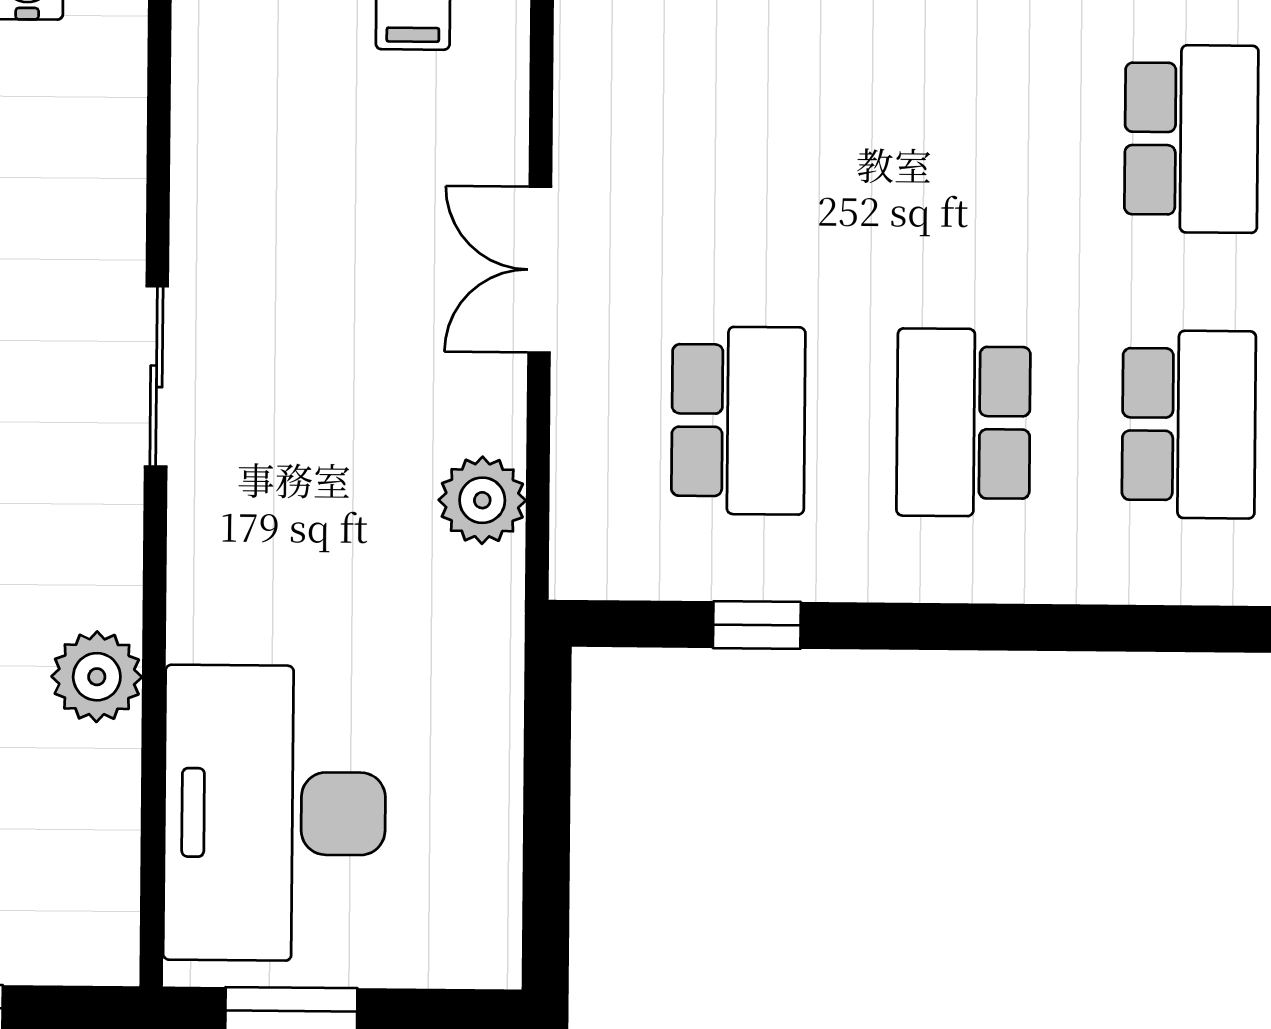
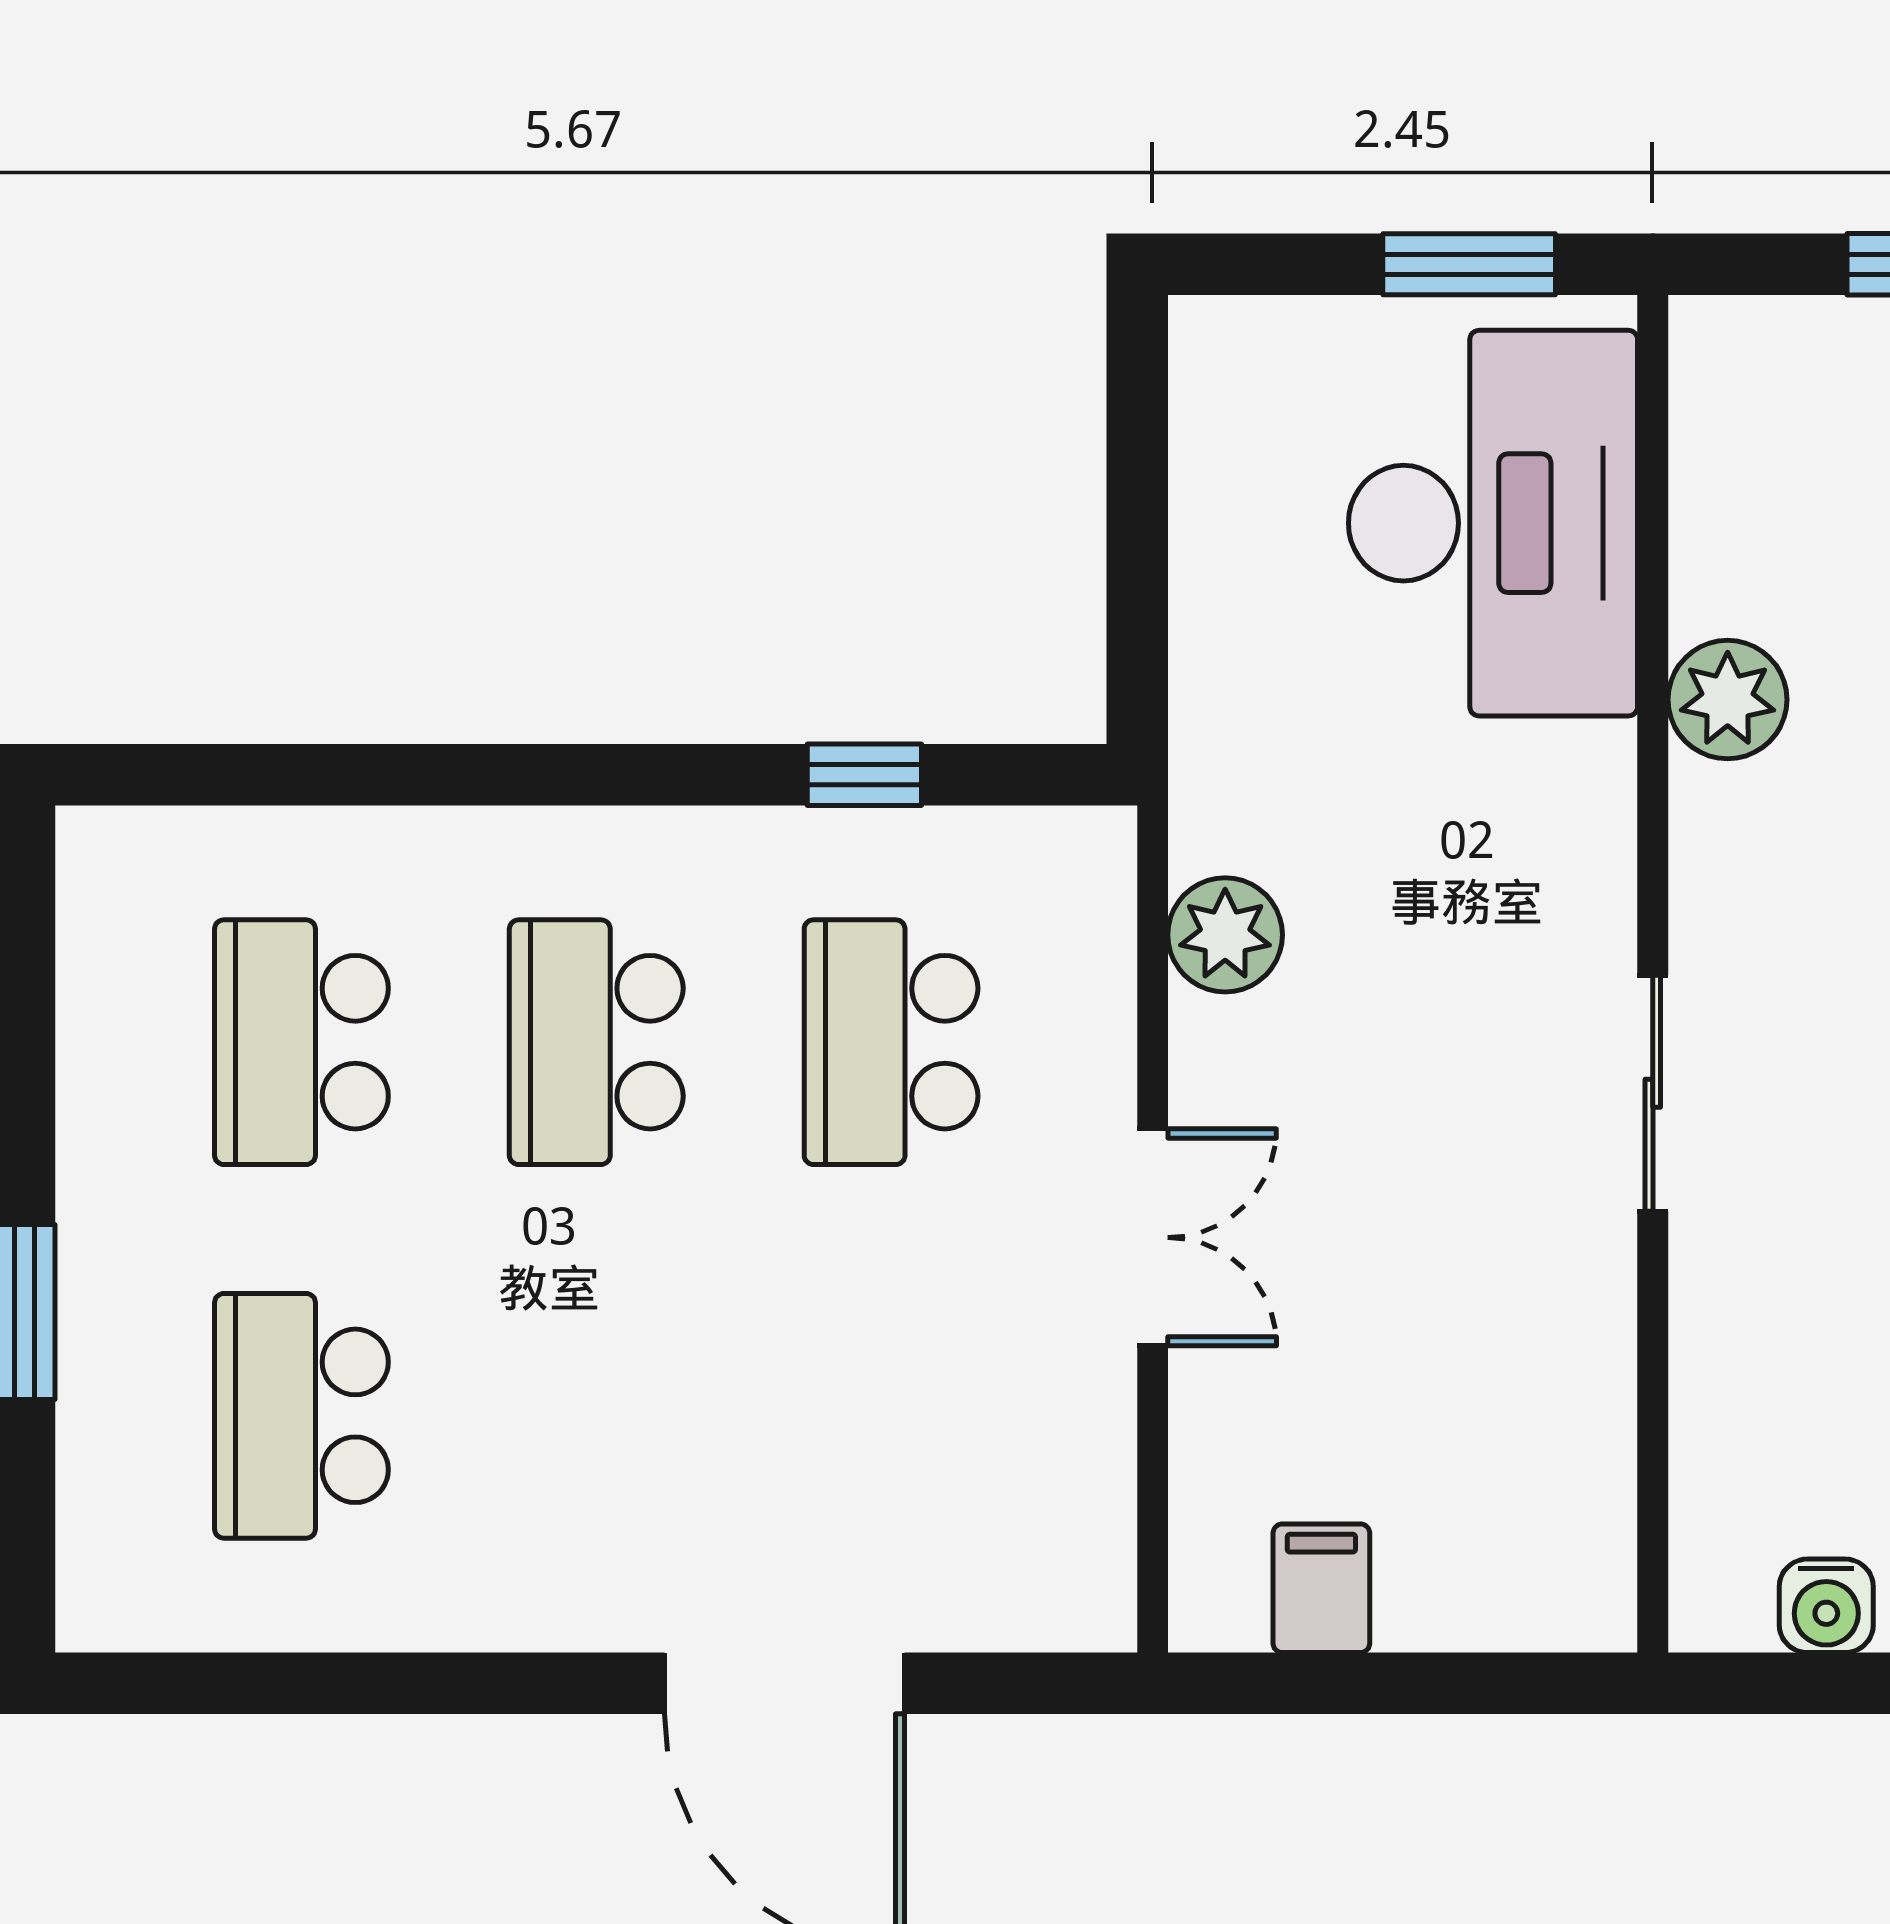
school desk: (964, 422) -> (596, 1042), turned 180

